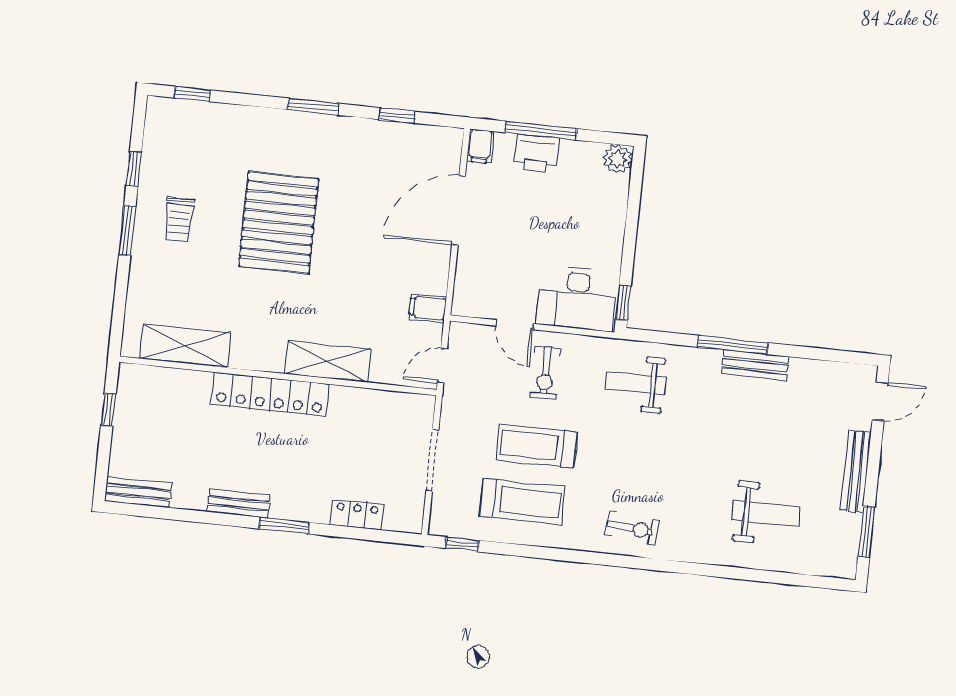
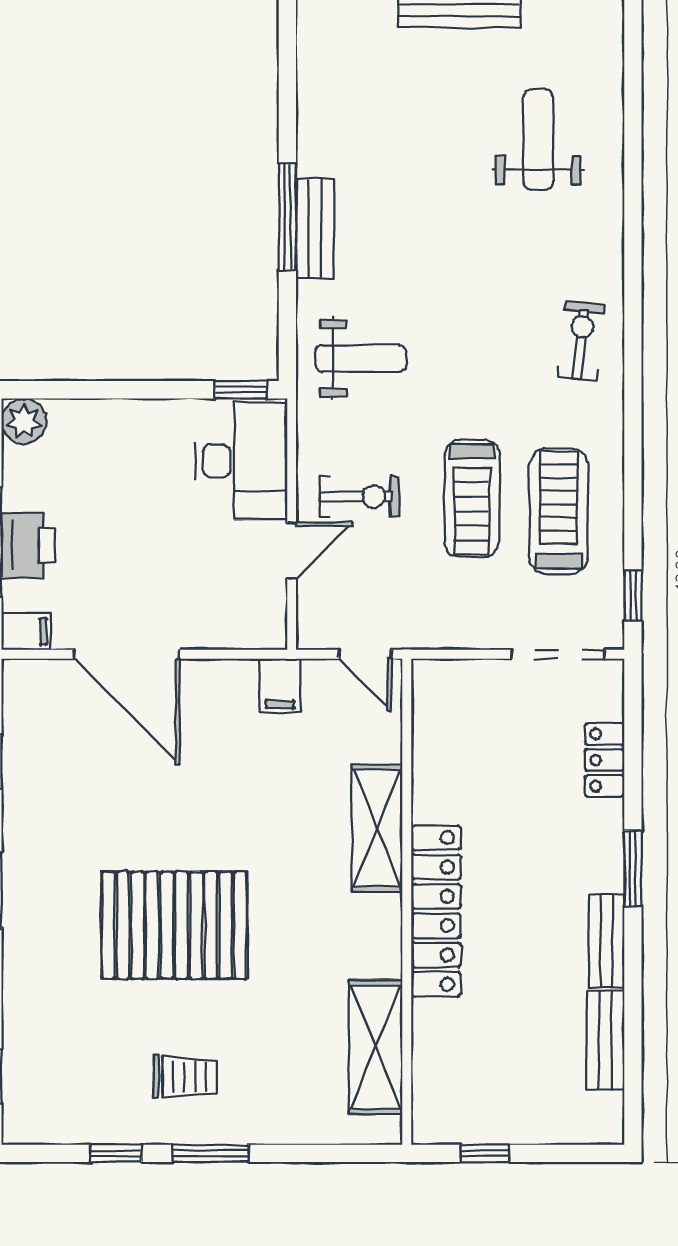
bench: (755, 365) -> (315, 229), moved
weight bench: (635, 383) -> (361, 359), turned -90
doorway: (432, 460) -> (558, 654), moved
bench: (138, 492) -> (605, 1040), moved

